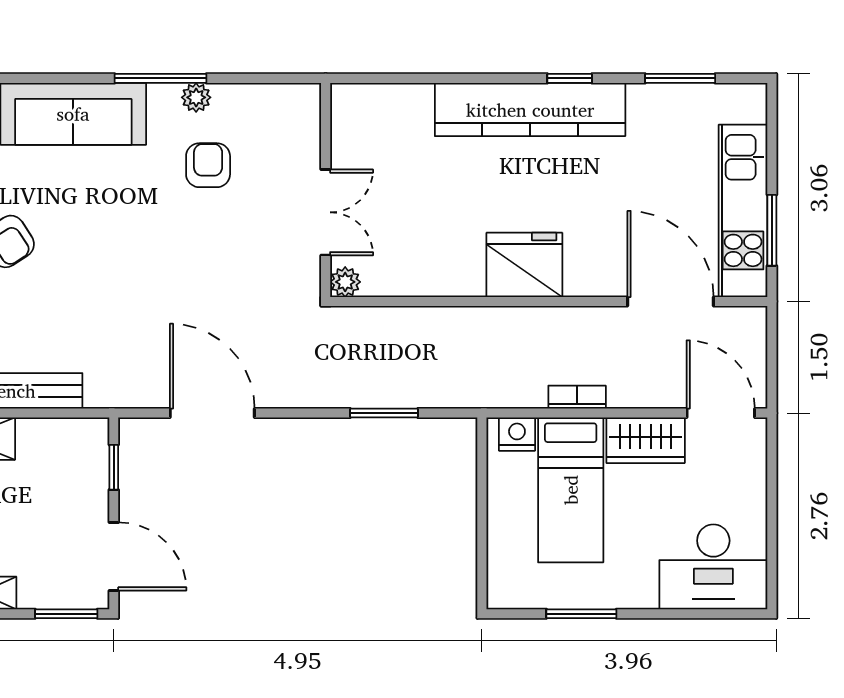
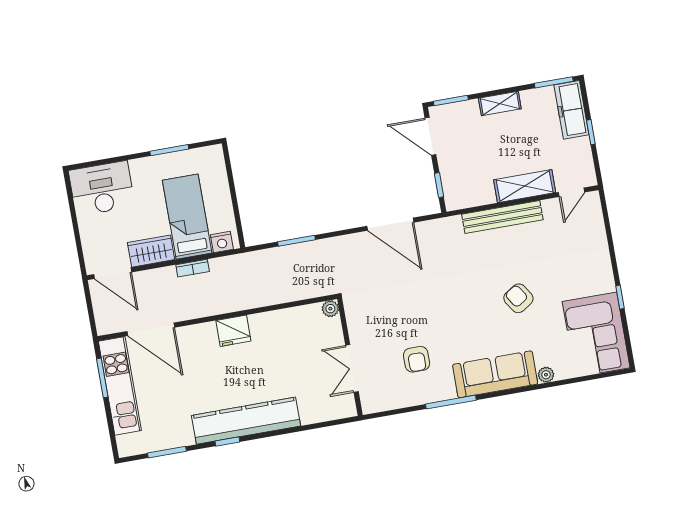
plant: (196, 97) -> (430, 395), removed
double door: (326, 212) -> (352, 368), moved
fridge: (524, 265) -> (233, 331), width x0.73, depth x0.75

